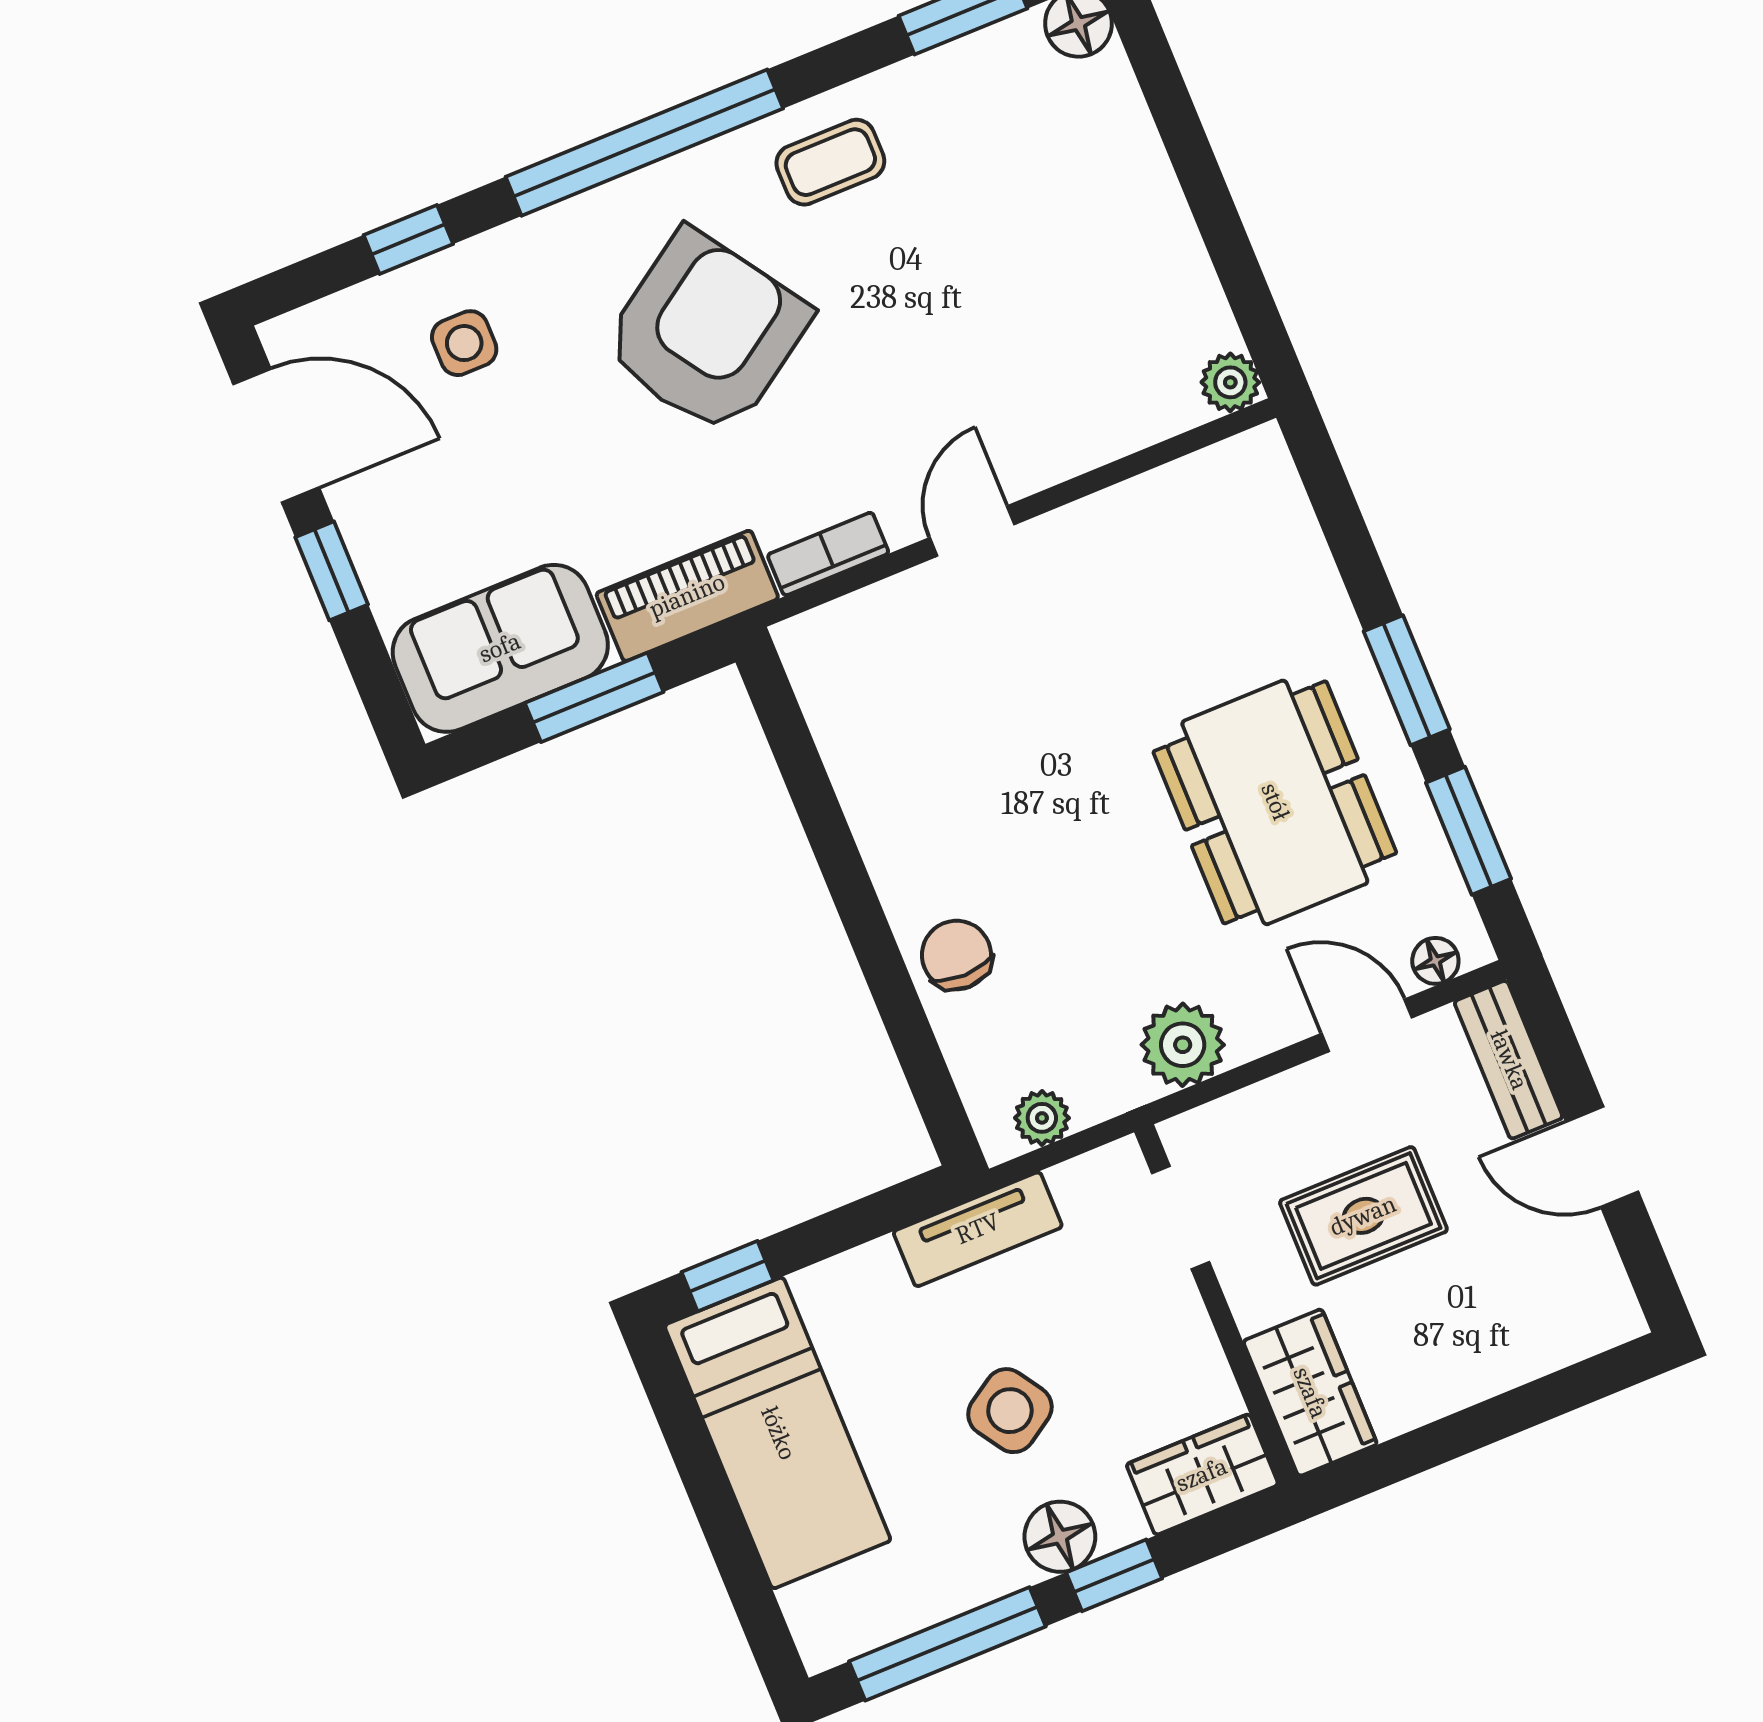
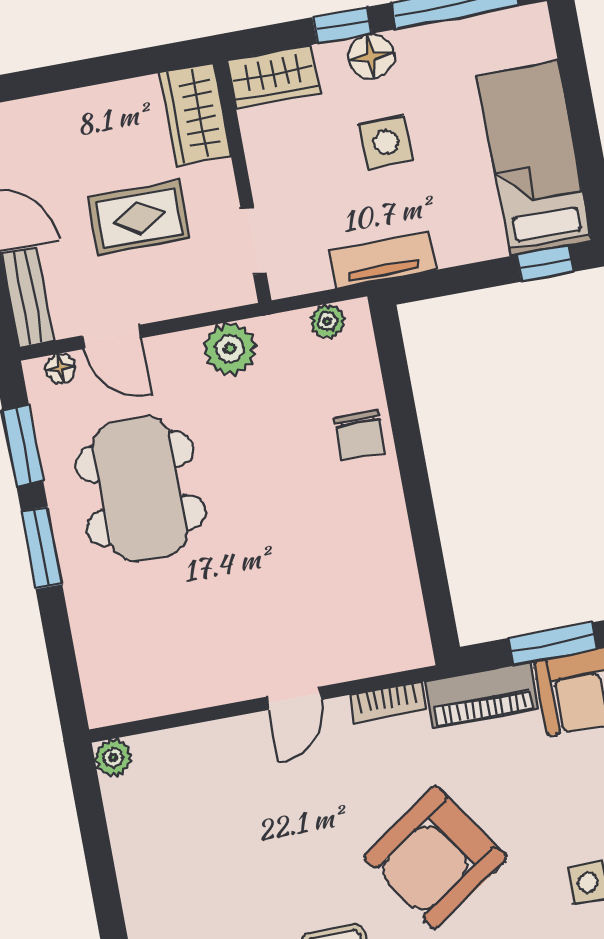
side table: (1010, 1411) -> (386, 142), turned 33

